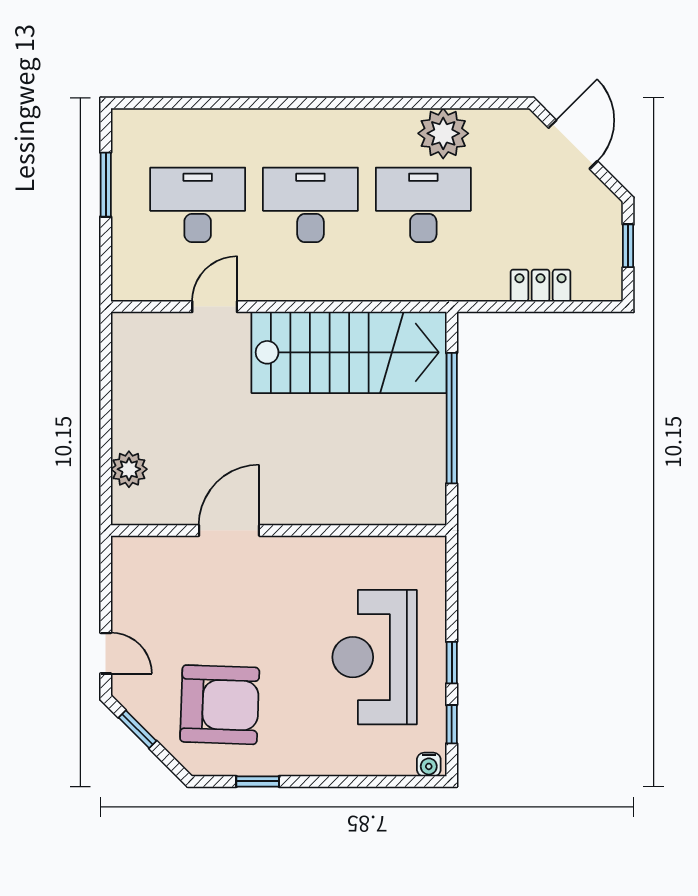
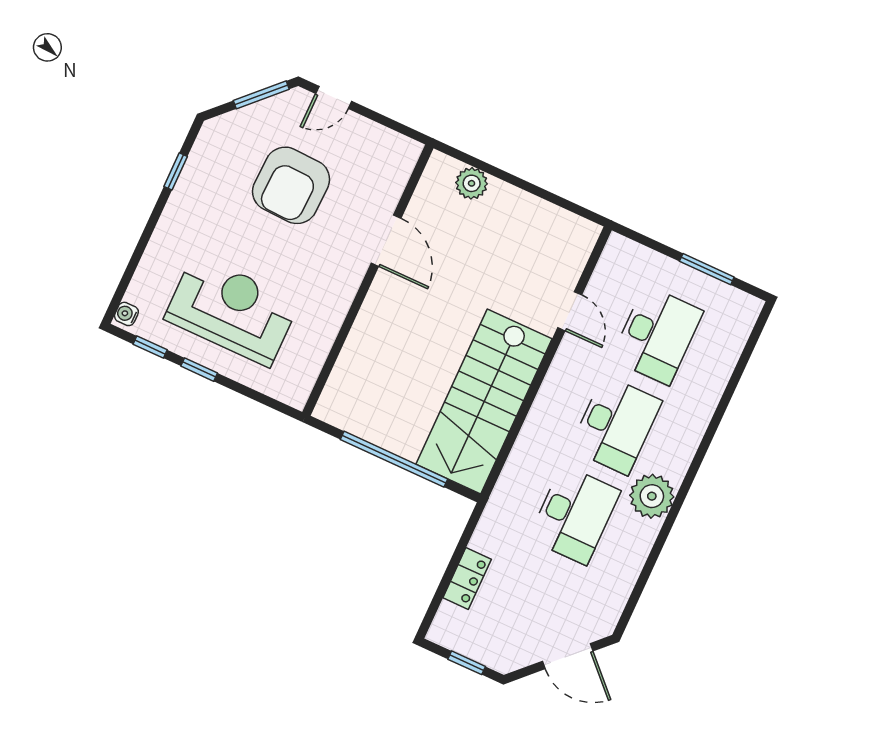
plant: (443, 133) -> (652, 496), moved
armchair: (220, 705) -> (291, 185), moved
window: (137, 729) -> (261, 95), width x1.50

